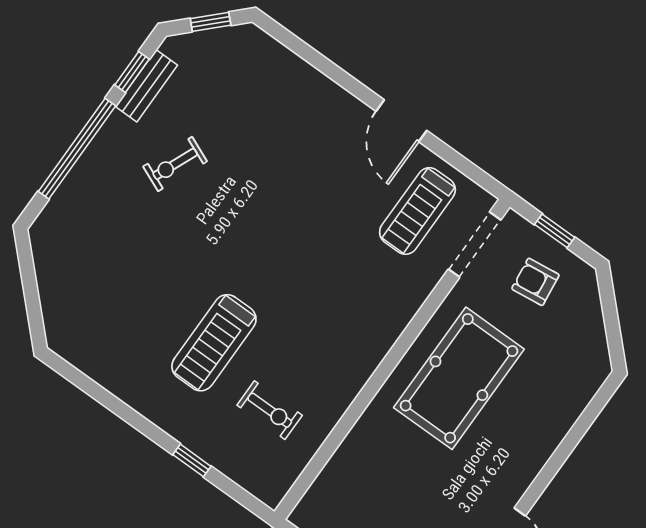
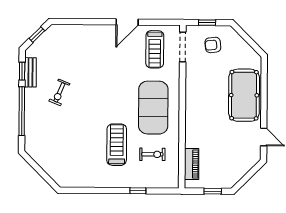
door: (402, 121) -> (127, 22), hinge flipped
exercise mat: (335, 321) -> (153, 108), added
treadmill: (214, 343) -> (117, 145), turned 180
pool table: (459, 378) -> (244, 95), moved
piano: (332, 482) -> (192, 164), added

